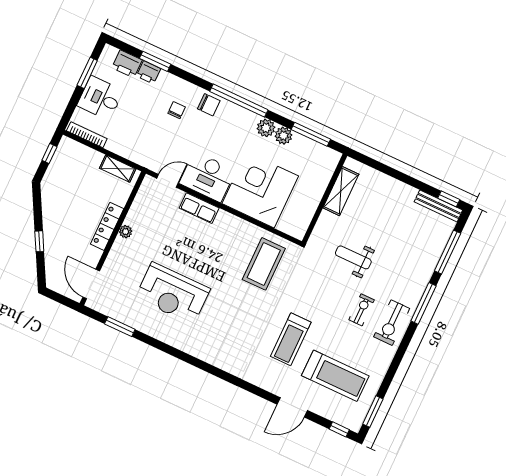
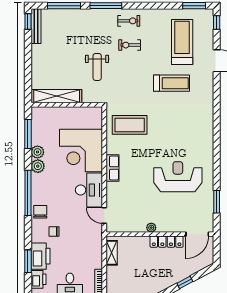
printer: (148, 72) -> (40, 256), width x1.87, depth x1.48
shelving: (341, 191) -> (57, 96), width x1.47
row of seats: (199, 208) -> (112, 168), moved
locker: (107, 226) -> (167, 242), moved
reception desk: (173, 293) -> (178, 177), turned -90
exercise bike: (392, 323) -> (129, 21), width x0.73, depth x0.72

